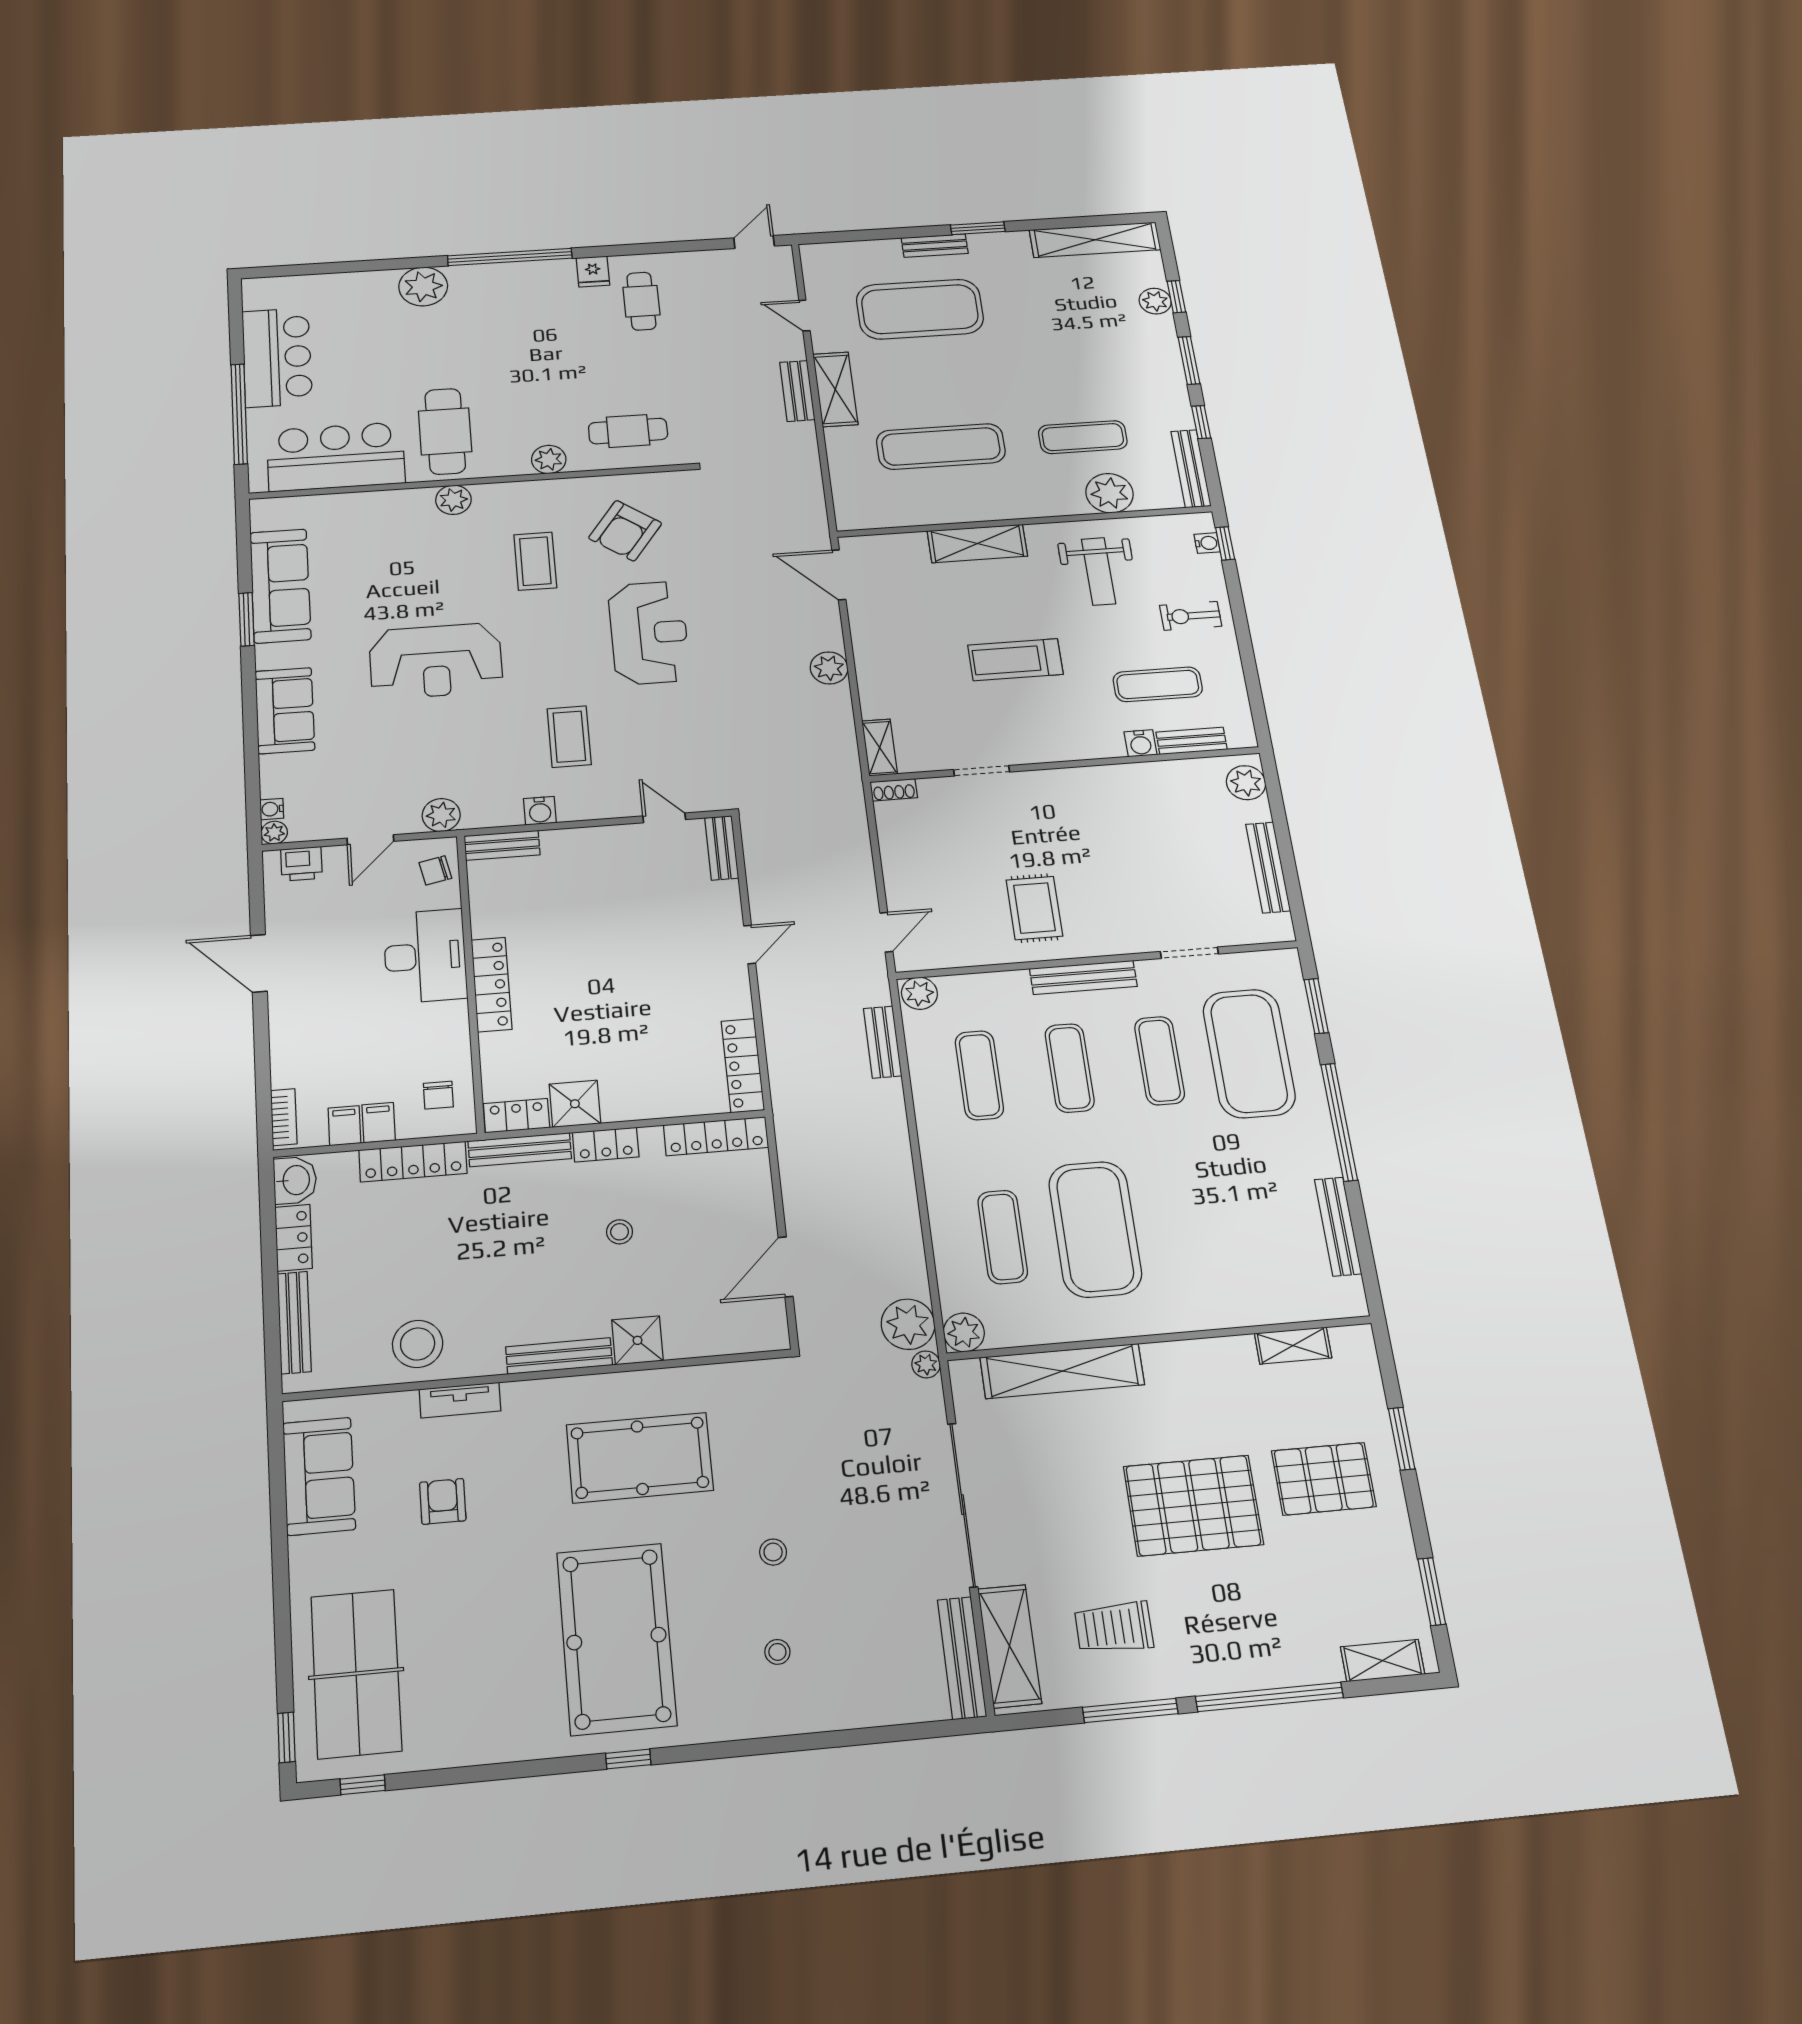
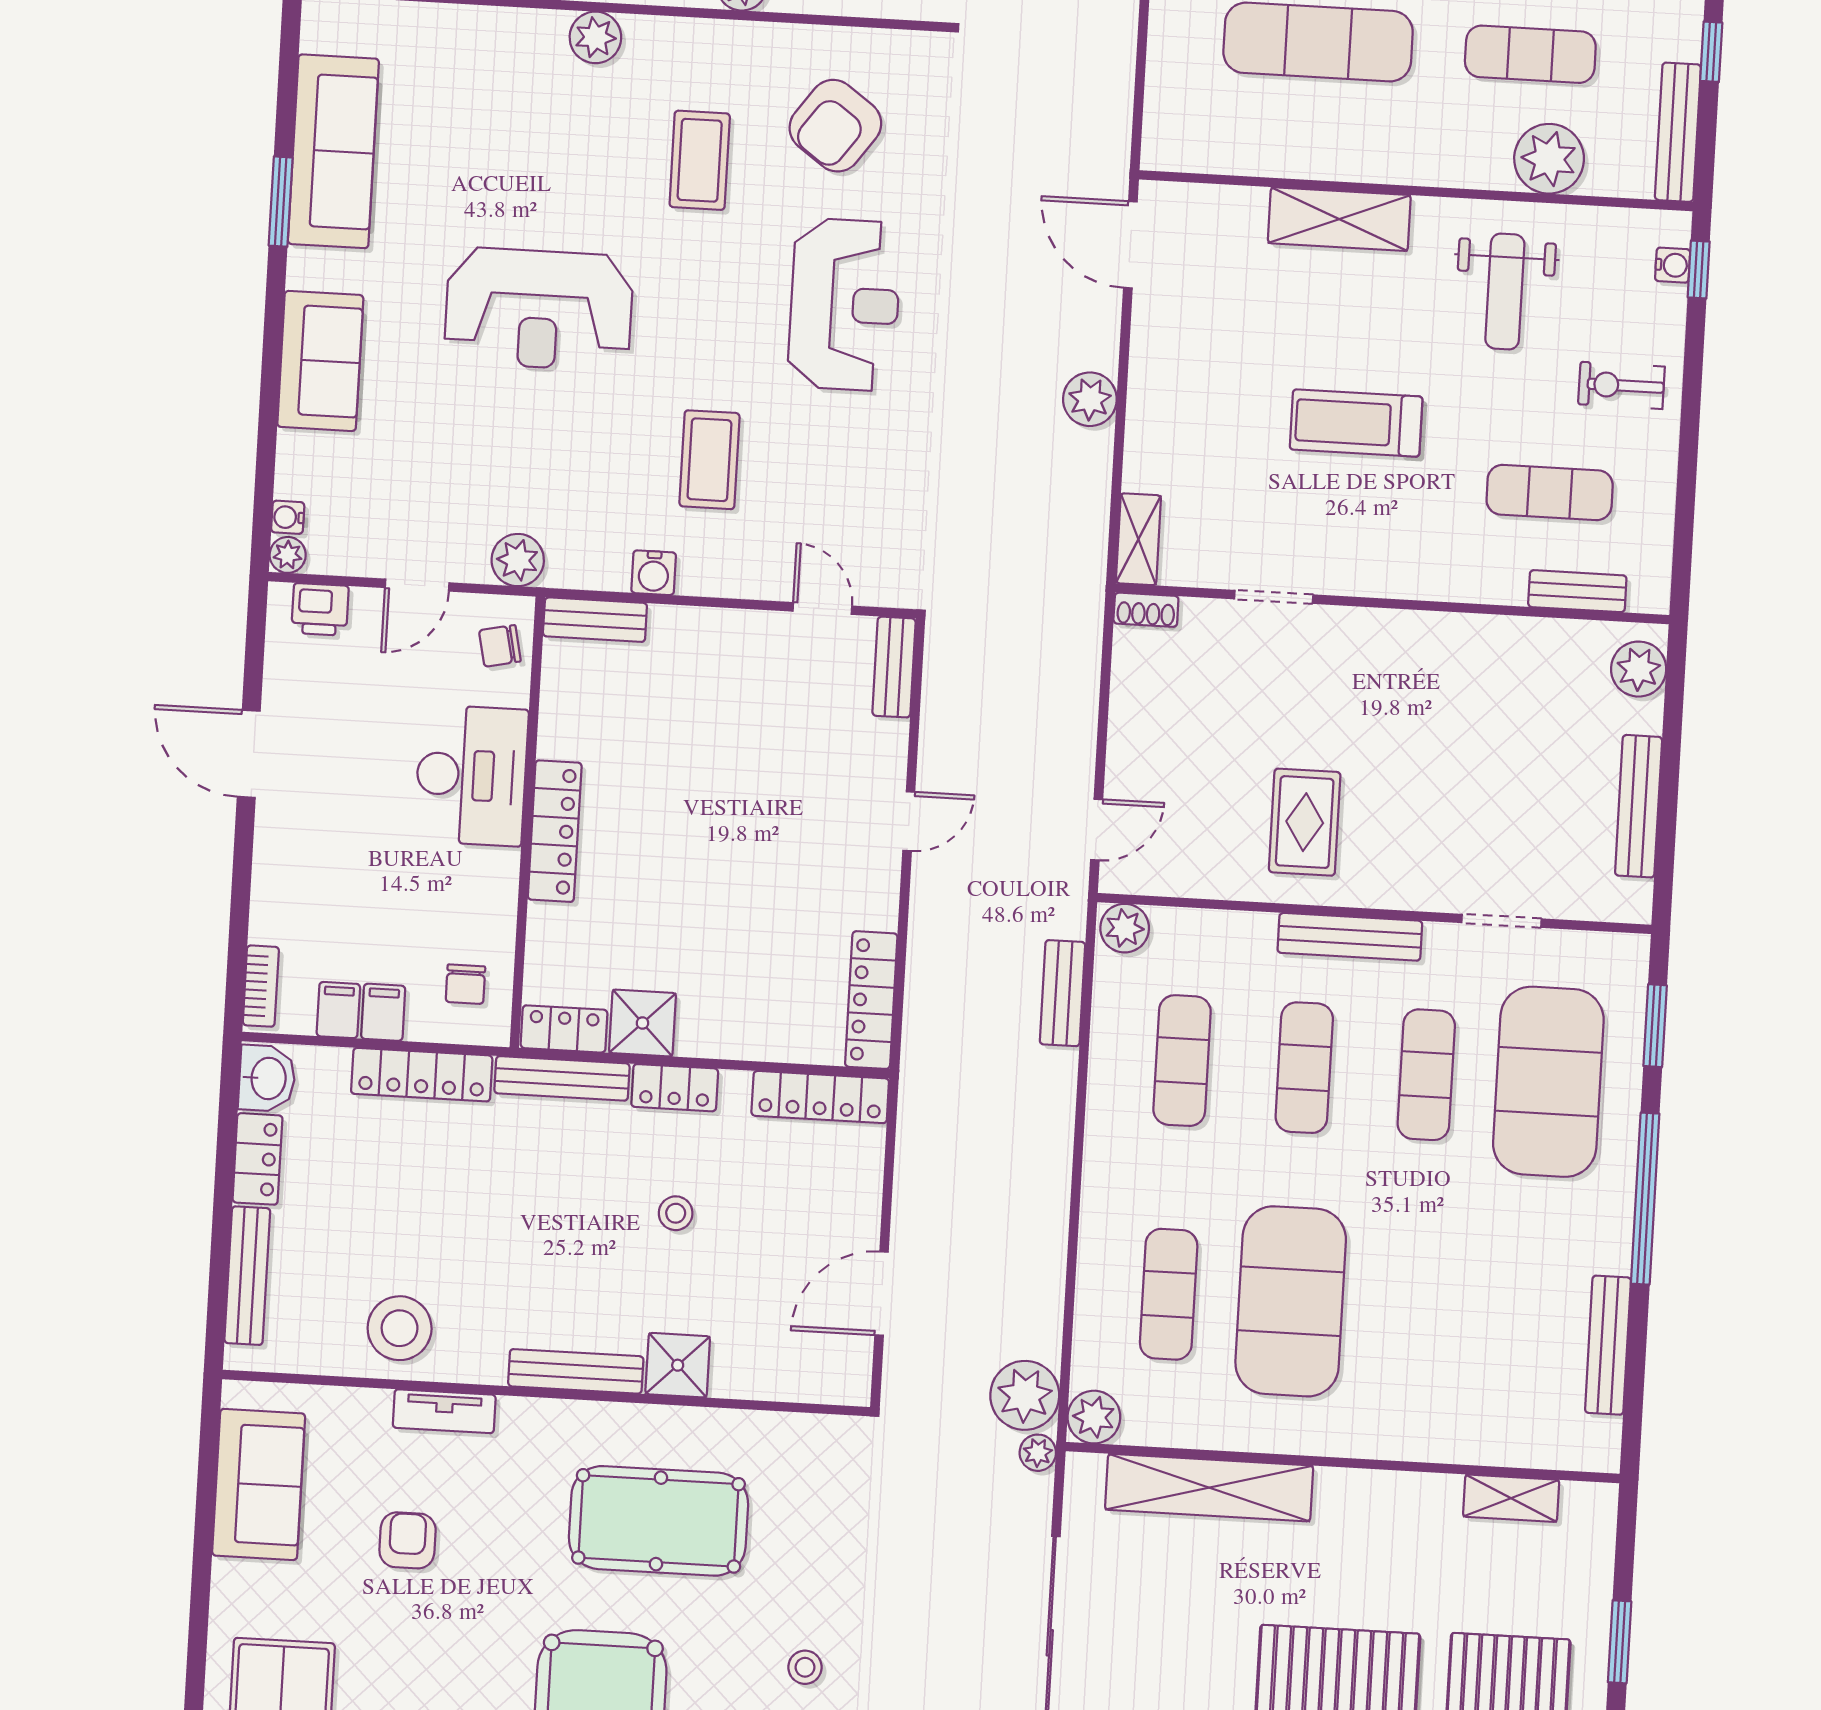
water cooler: (1141, 743) -> (1505, 585), removed

